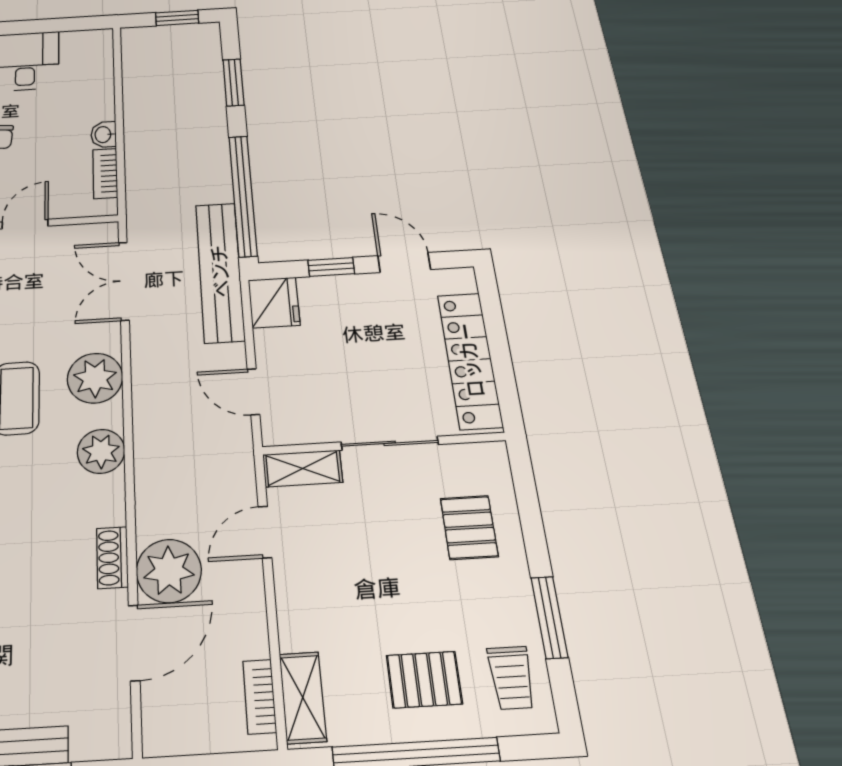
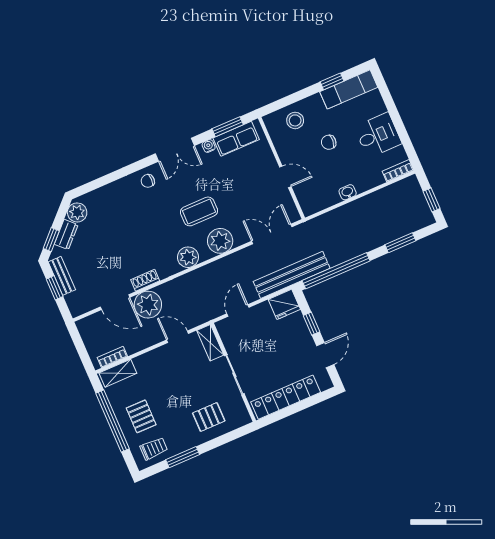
bookcase: (105, 173) -> (398, 171), moved
trolley: (511, 678) -> (154, 449), turned 180

